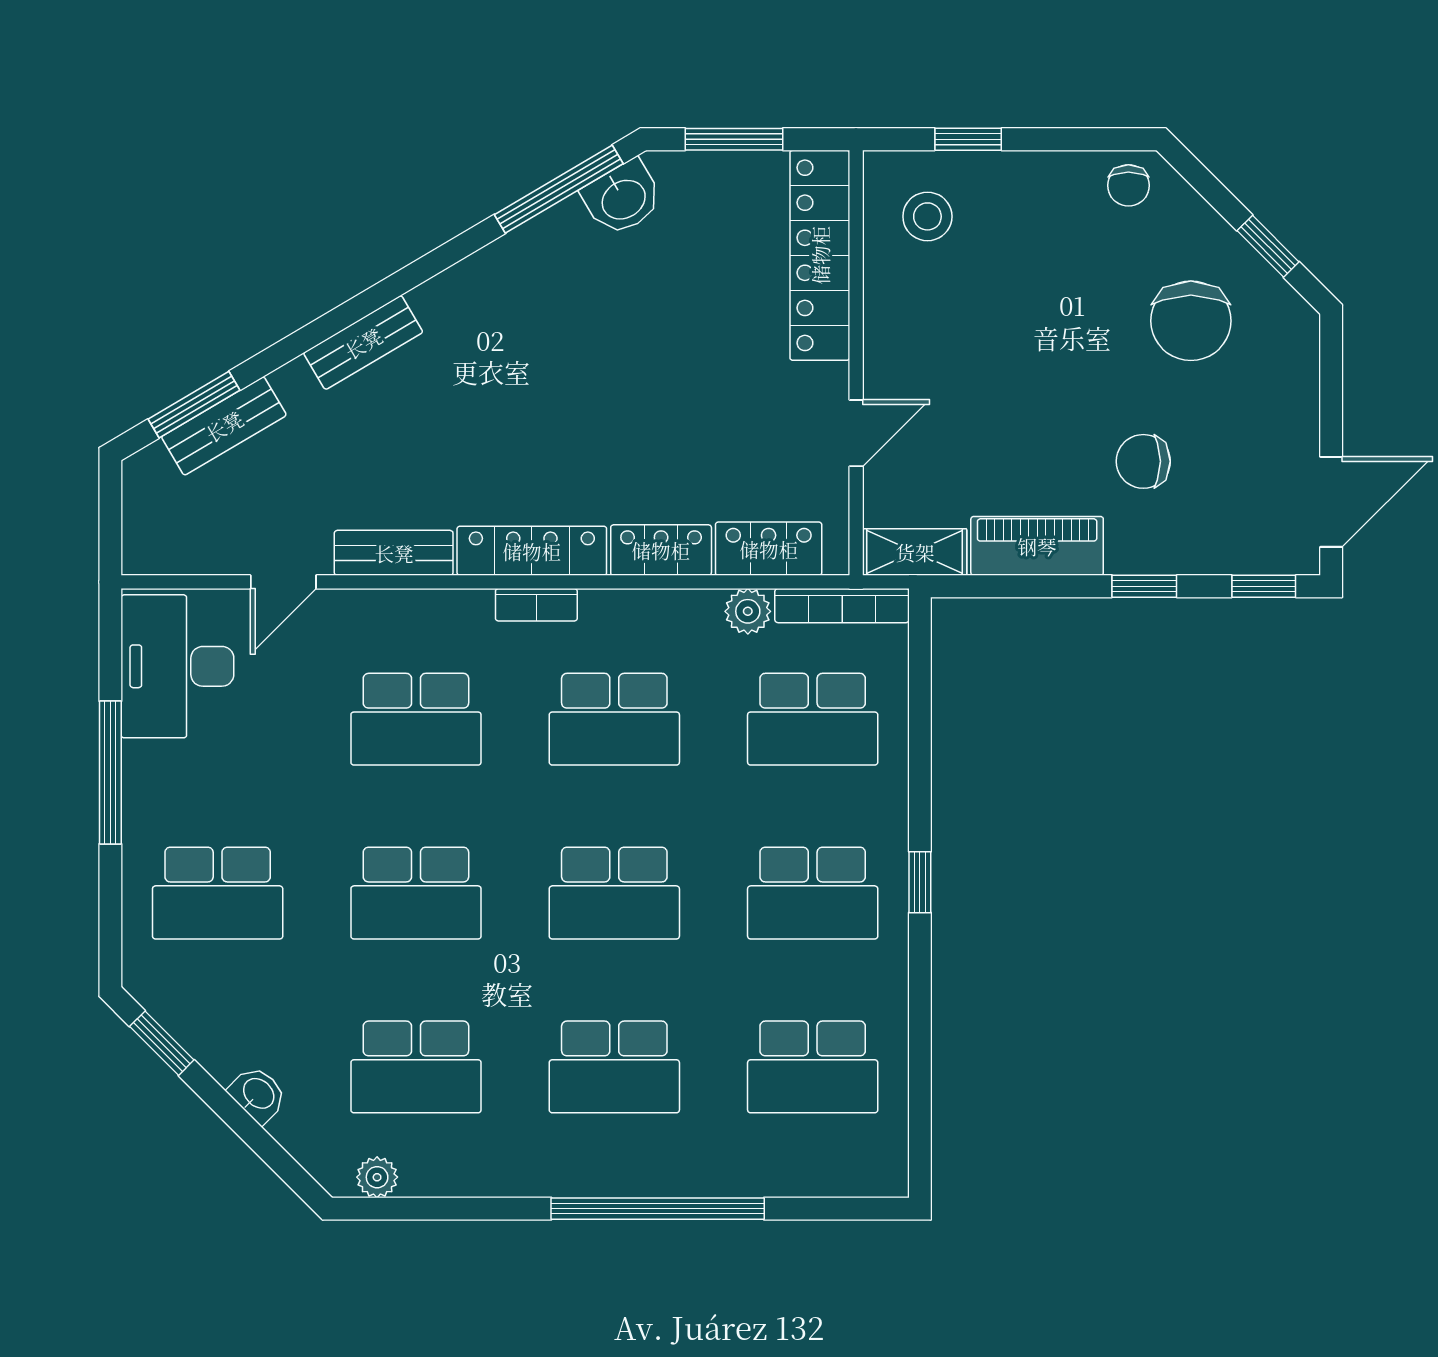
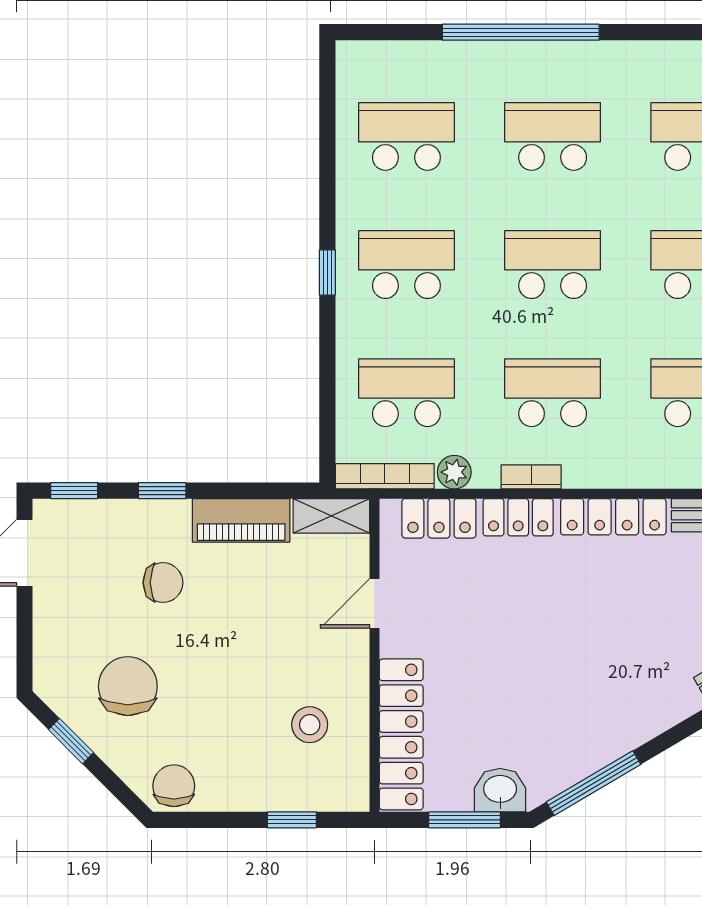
chair: (1128, 185) -> (174, 786), width x1.37, depth x1.37
washbasin: (623, 198) -> (500, 790), moved, turned 31
stool: (927, 216) -> (310, 725), moved
bookcase: (536, 605) -> (531, 477), moved

